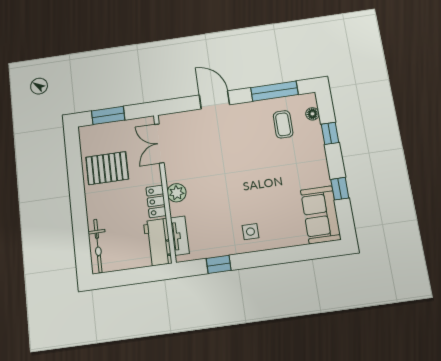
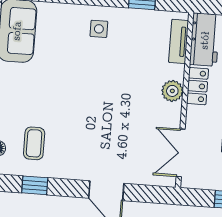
window: (274, 91) -> (35, 185), width x0.46
double door: (159, 144) -> (181, 153), swing flipped

